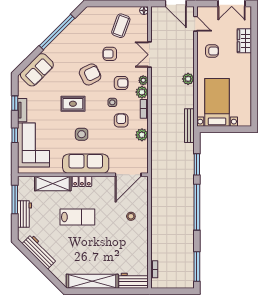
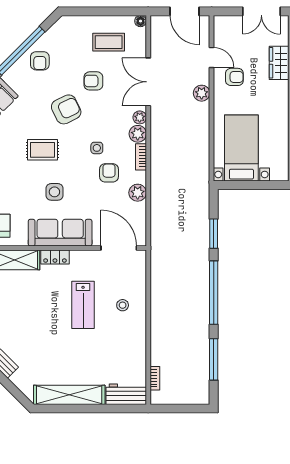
door: (195, 24) -> (212, 57), moved
coffee table: (121, 26) -> (109, 42), turned 70
double door: (149, 55) -> (148, 82), width x1.37
plant: (188, 79) -> (202, 93), moved
armchair: (121, 83) -> (40, 61), moved, turned 90
bench: (189, 126) -> (203, 180), removed
door: (128, 175) -> (119, 248), swing flipped
lab bench: (77, 217) -> (83, 305), moved, turned 90
window: (197, 266) -> (214, 359), moved

